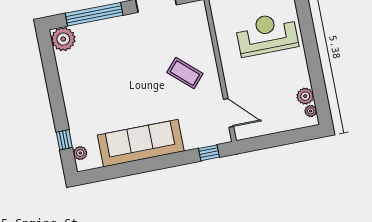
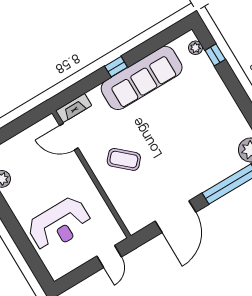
fireplace: (214, 138) -> (74, 108), added
window: (209, 153) -> (116, 67), moved

